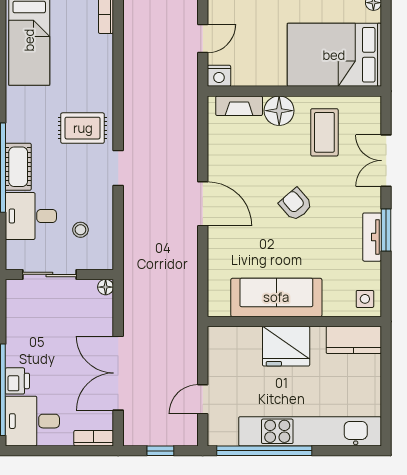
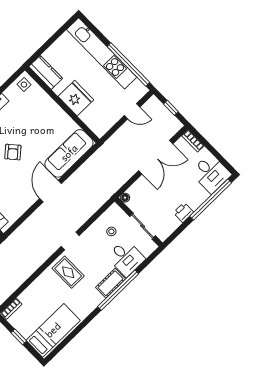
sofa: (276, 297) -> (69, 153), moved, turned 90
printer: (17, 381) -> (183, 212), moved

